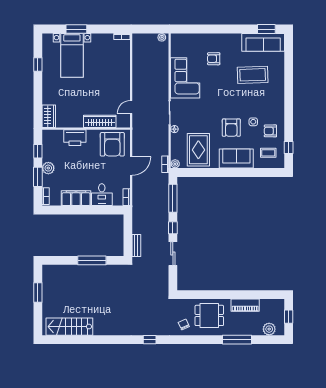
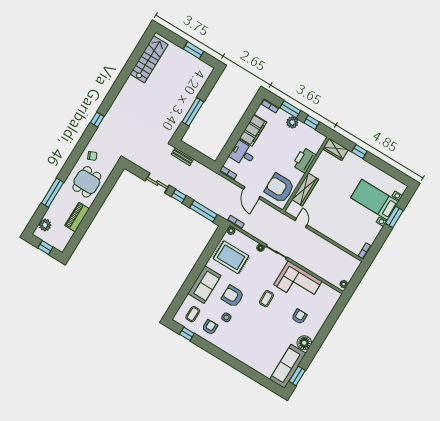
floor lamp: (234, 41) -> (304, 343), added
window: (38, 65) -> (359, 152), moved
coffee table: (253, 75) -> (267, 299), moved, width x0.54, depth x0.58

